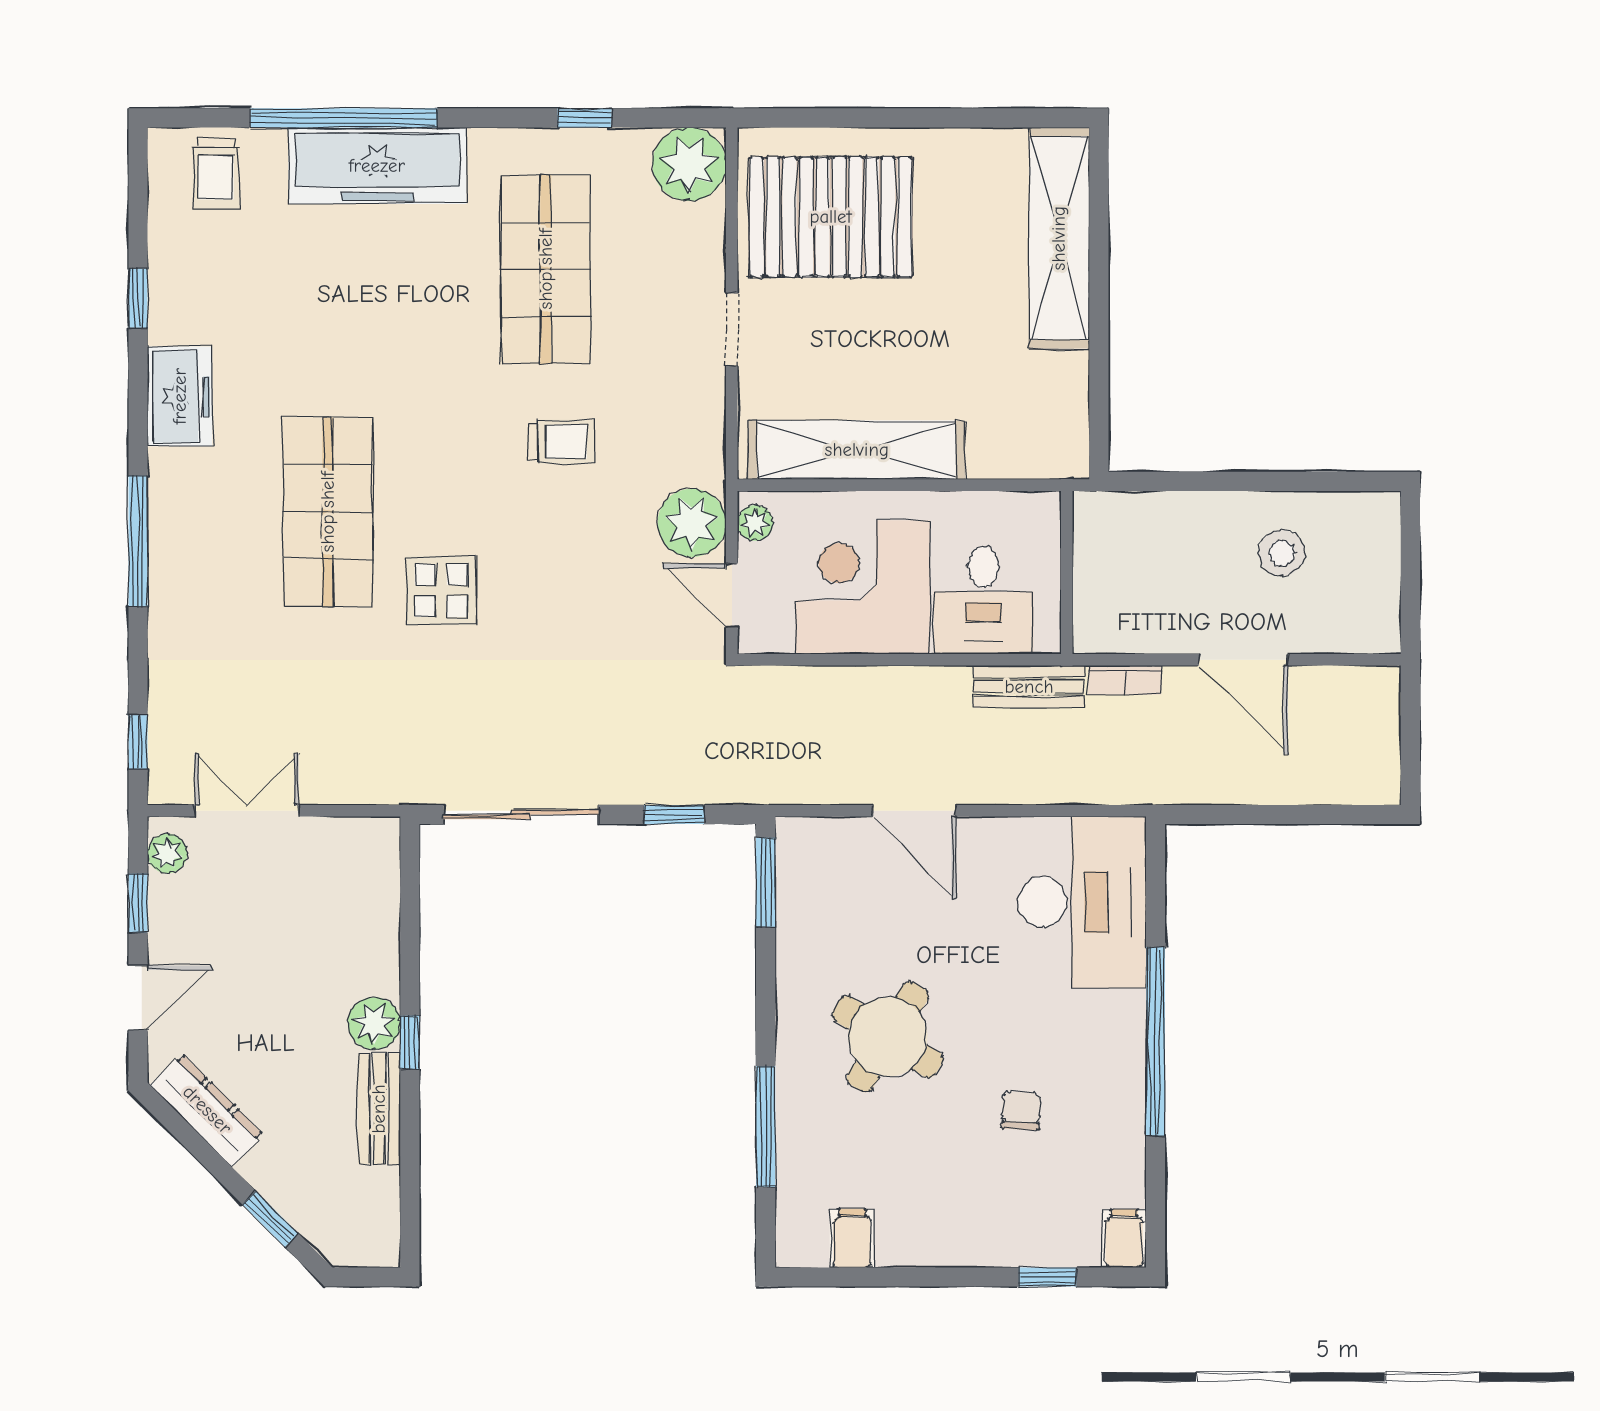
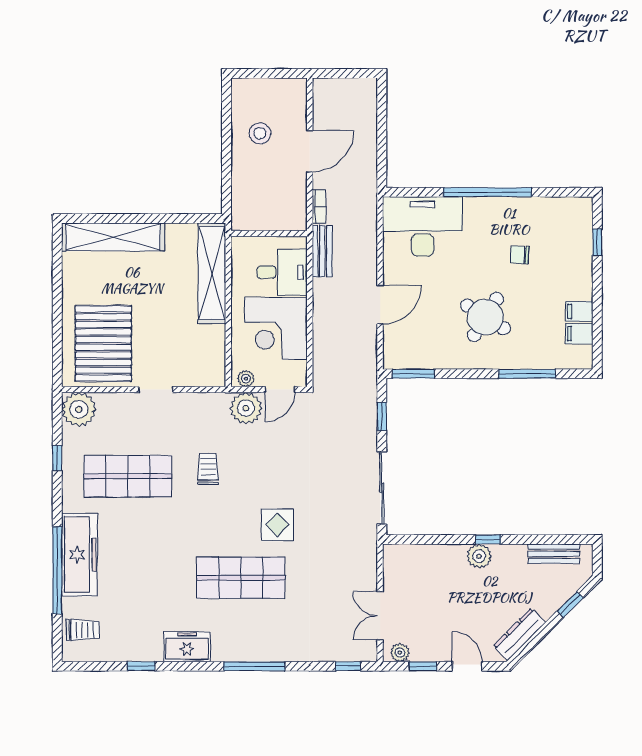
shelving: (857, 450) -> (212, 273), moved
bench: (379, 1109) -> (554, 554), moved
filing cabinet: (1124, 1238) -> (579, 311), moved

